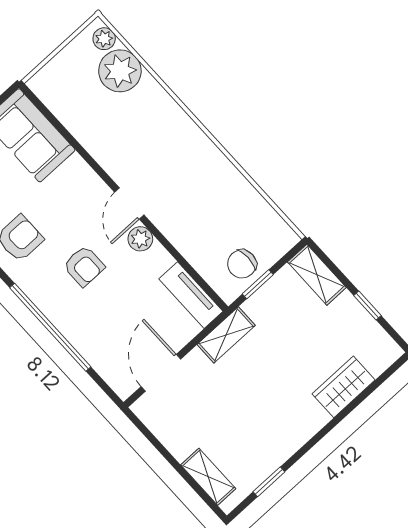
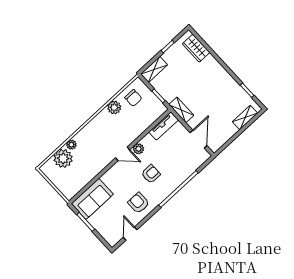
plant: (104, 39) -> (71, 145), moved
plant: (233, 186) -> (114, 107), added
chair: (242, 264) -> (133, 98), moved
door: (161, 373) -> (199, 139), swing flipped
wardrobe: (344, 387) -> (196, 48), moved

